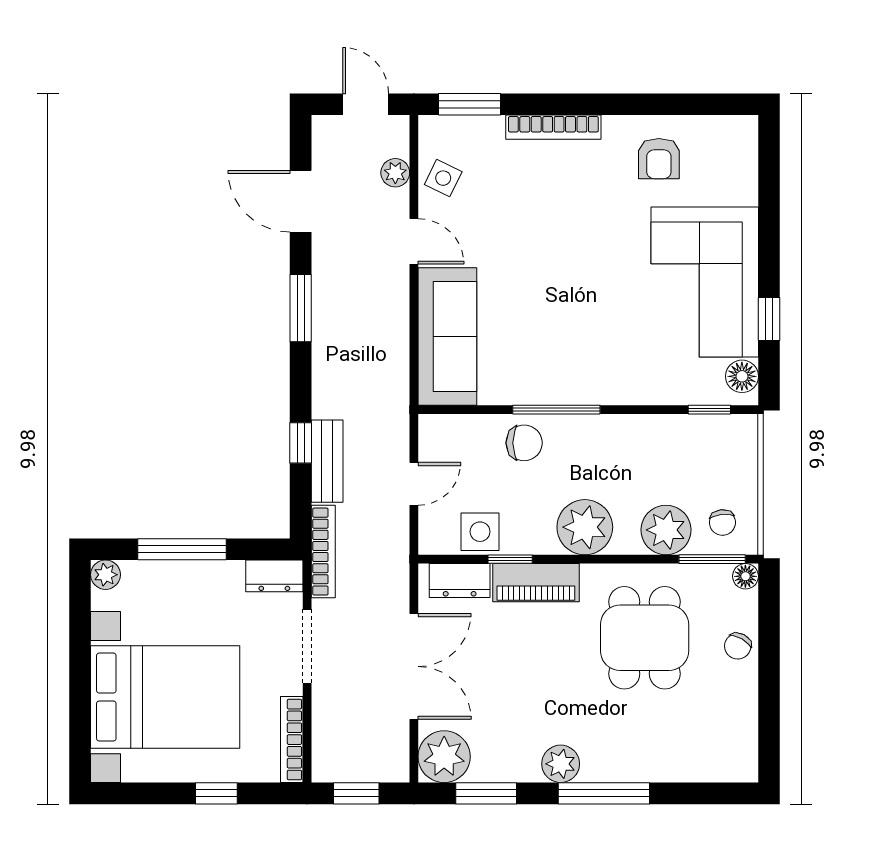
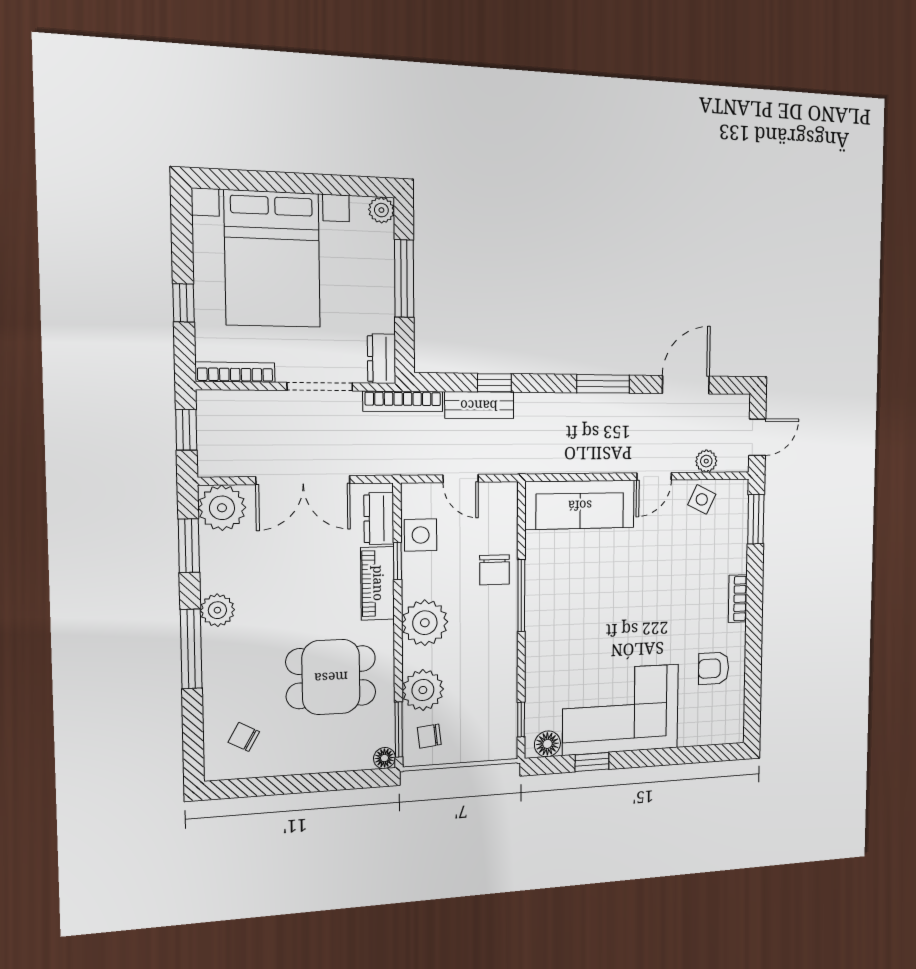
bookcase: (553, 127) -> (738, 599), width x0.64
chair: (738, 646) -> (244, 737), moved

